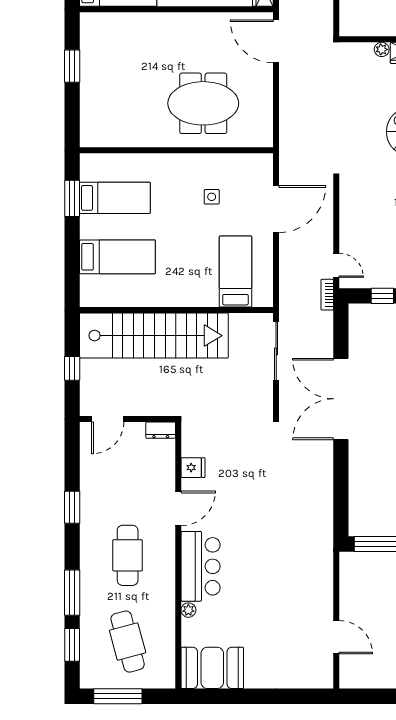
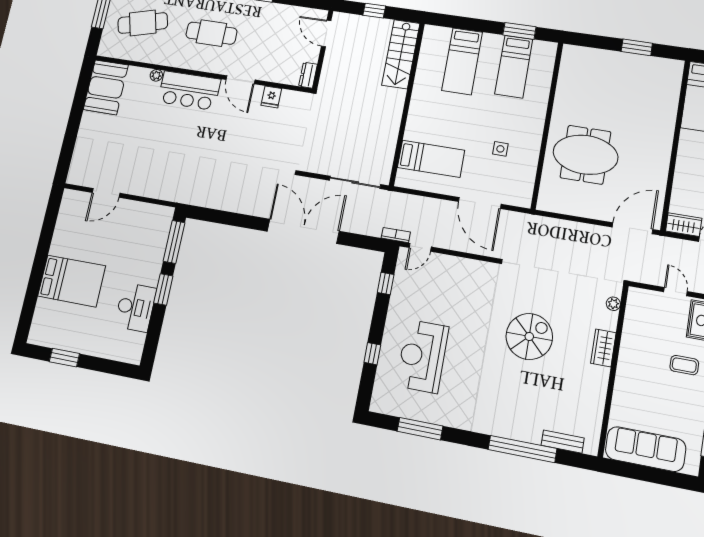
plant: (382, 49) -> (613, 304), moved
meeting table: (203, 103) -> (585, 155), turned 90
stairs: (154, 336) -> (401, 54), width x0.54, depth x0.66

